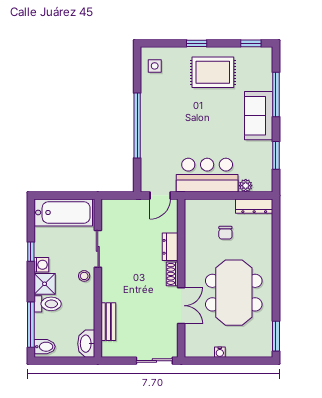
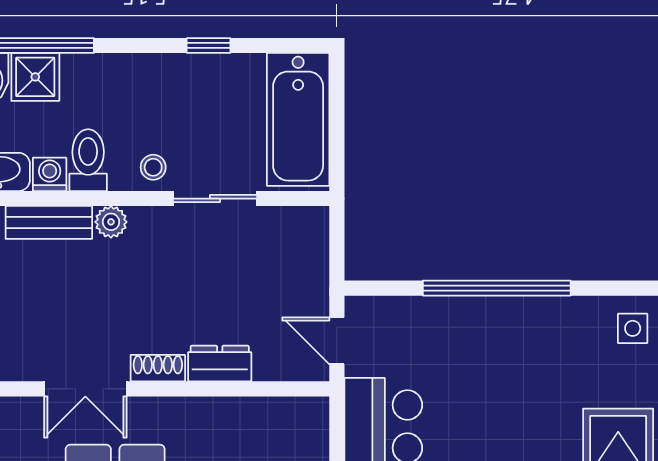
washing machine: (41, 265) -> (50, 174), moved, turned 180
shower: (45, 284) -> (35, 77), moved
plant: (108, 294) -> (111, 222), added
toilet: (48, 304) -> (88, 160), moved, turned 180

